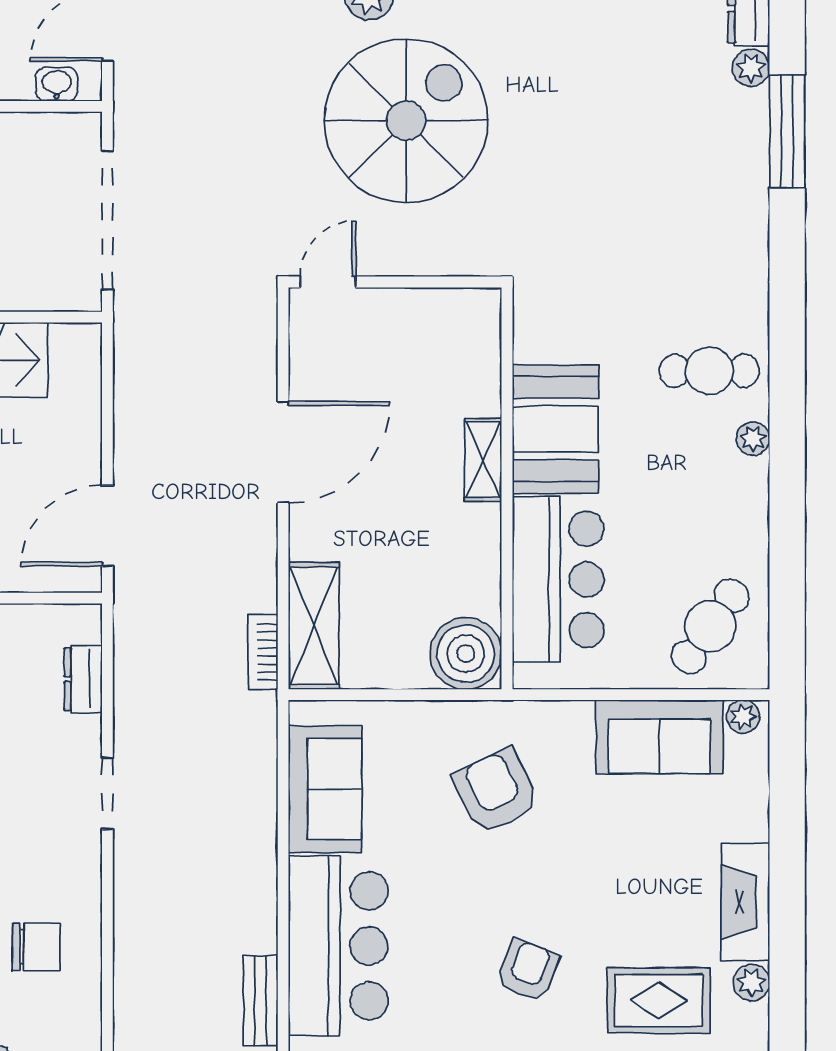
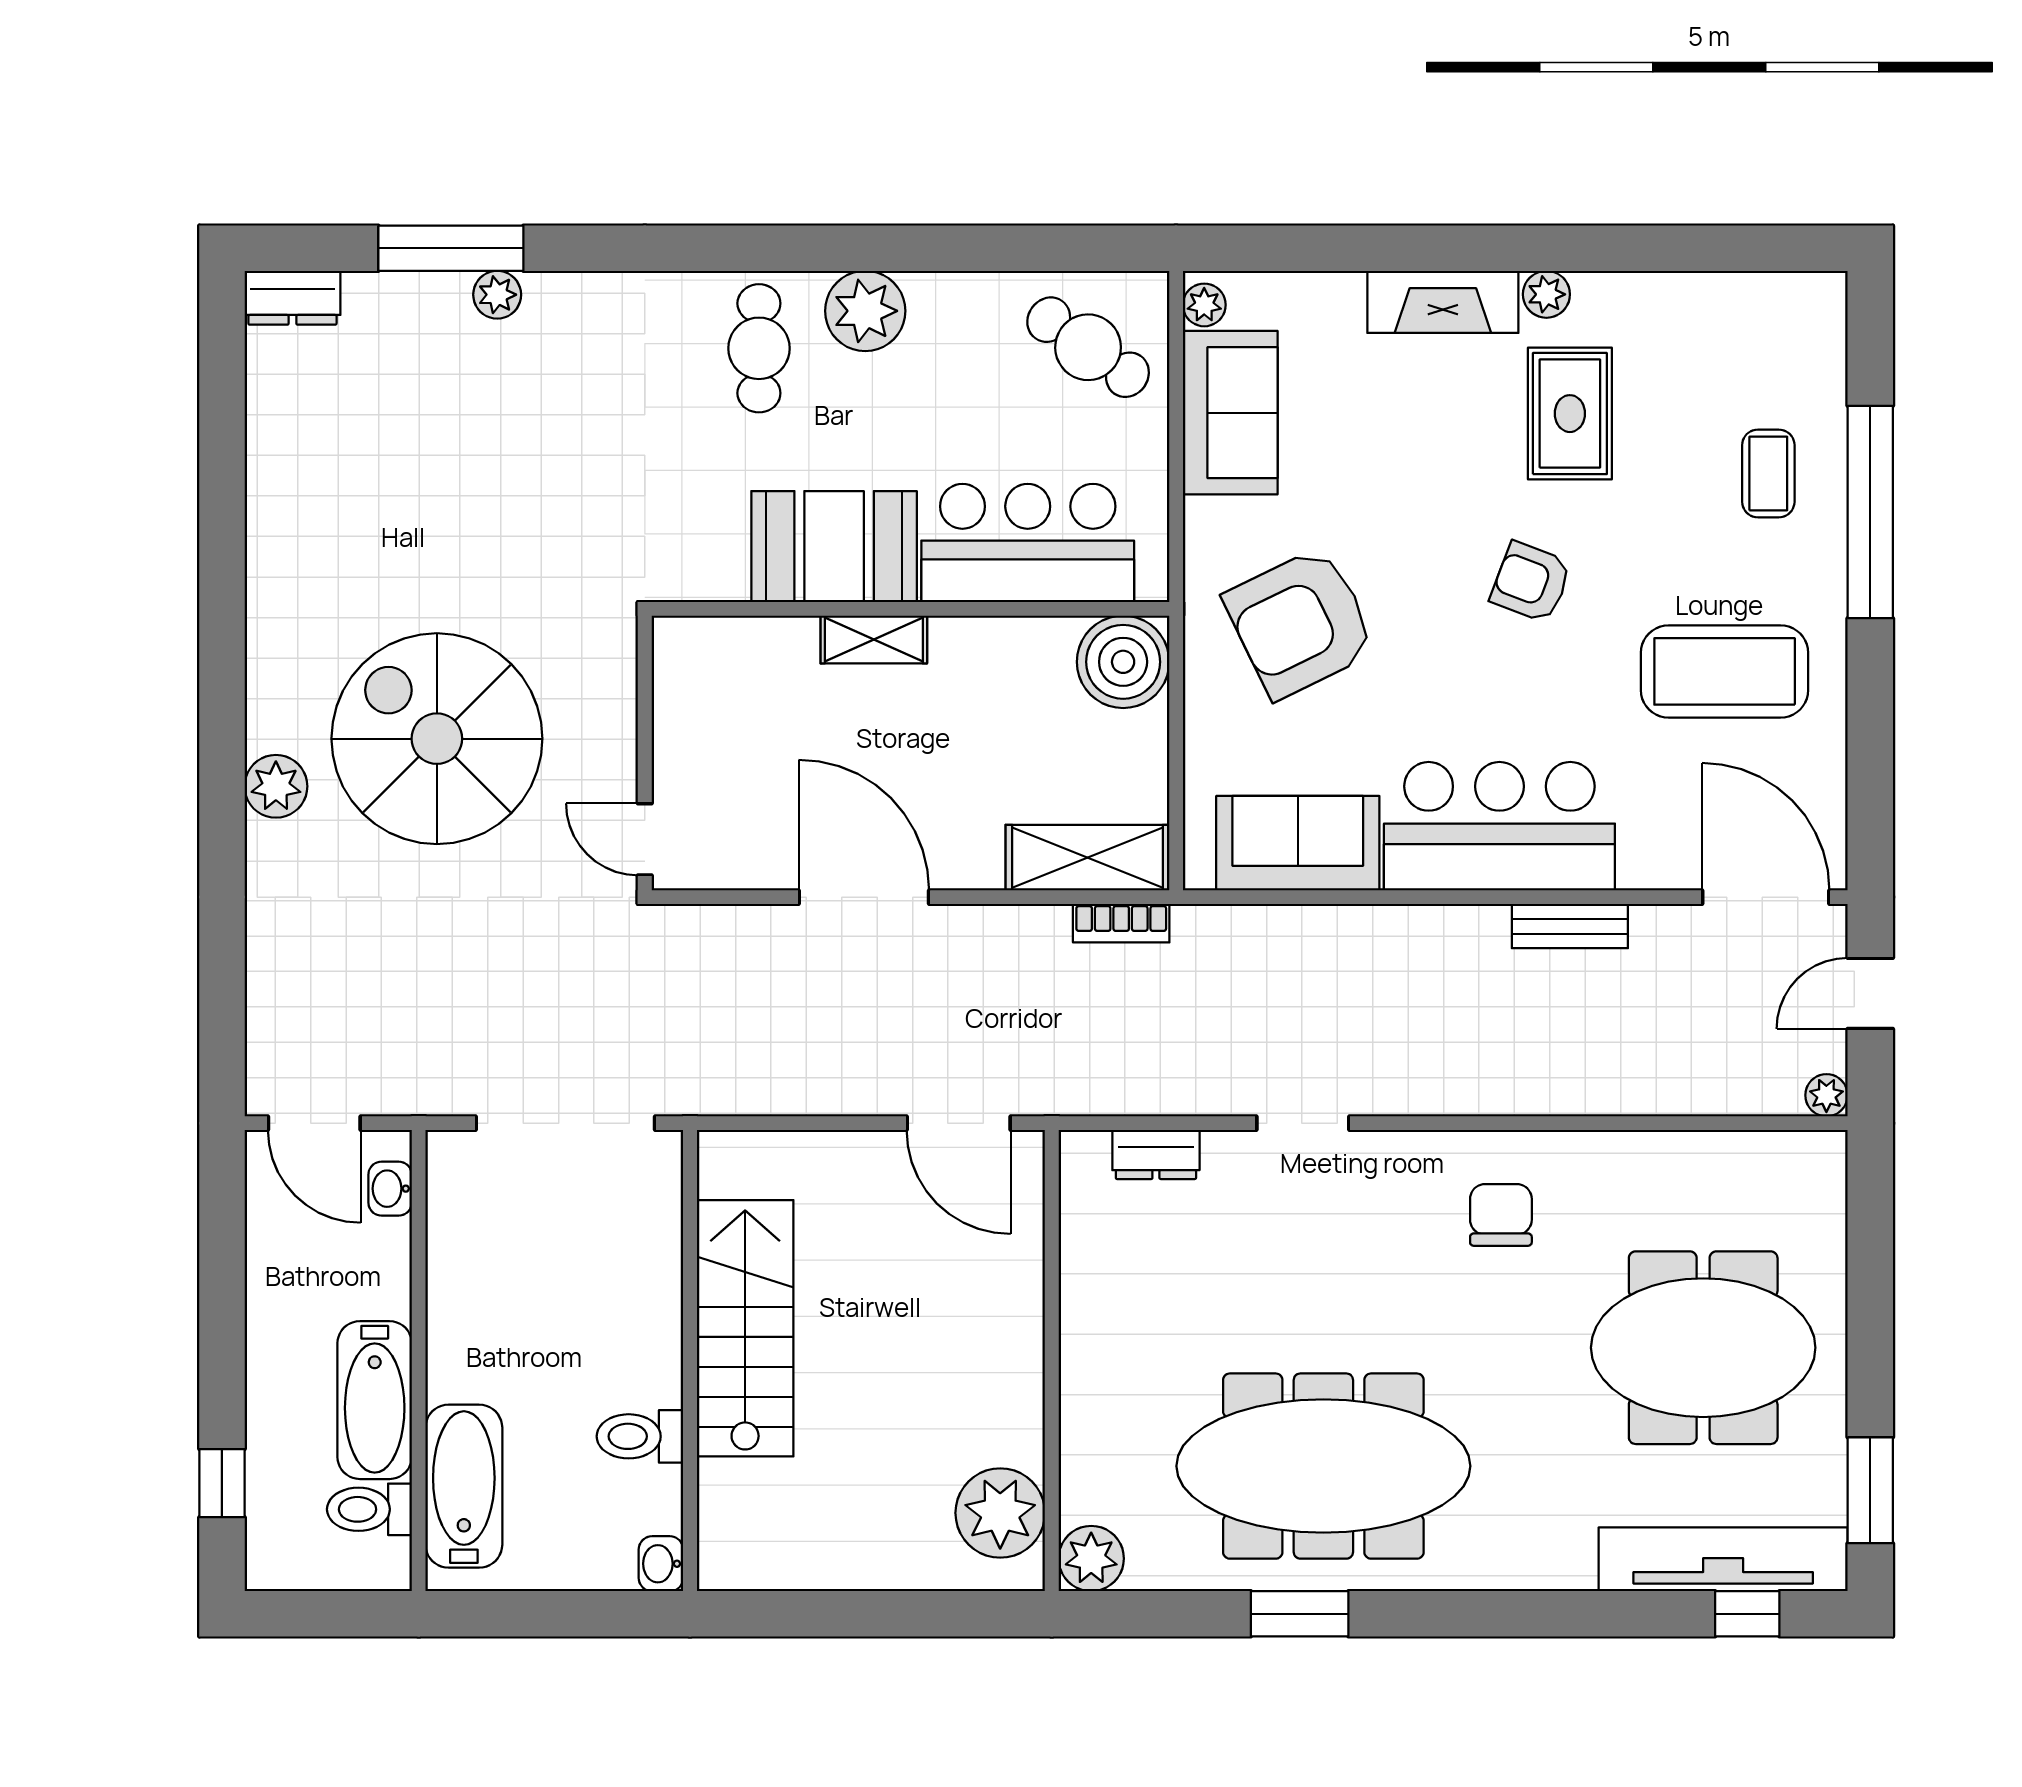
plant: (751, 68) -> (497, 295), moved
plant: (753, 439) -> (865, 311), width x1.88, depth x1.88
armchair: (496, 791) -> (1300, 623), width x1.36, depth x1.36

